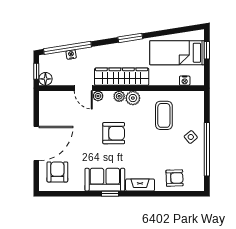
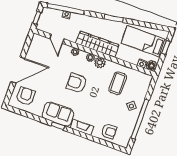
floor lamp: (45, 79) -> (152, 66), moved
door: (83, 88) -> (57, 39), moved
armchair: (114, 133) -> (77, 83), turned 180

